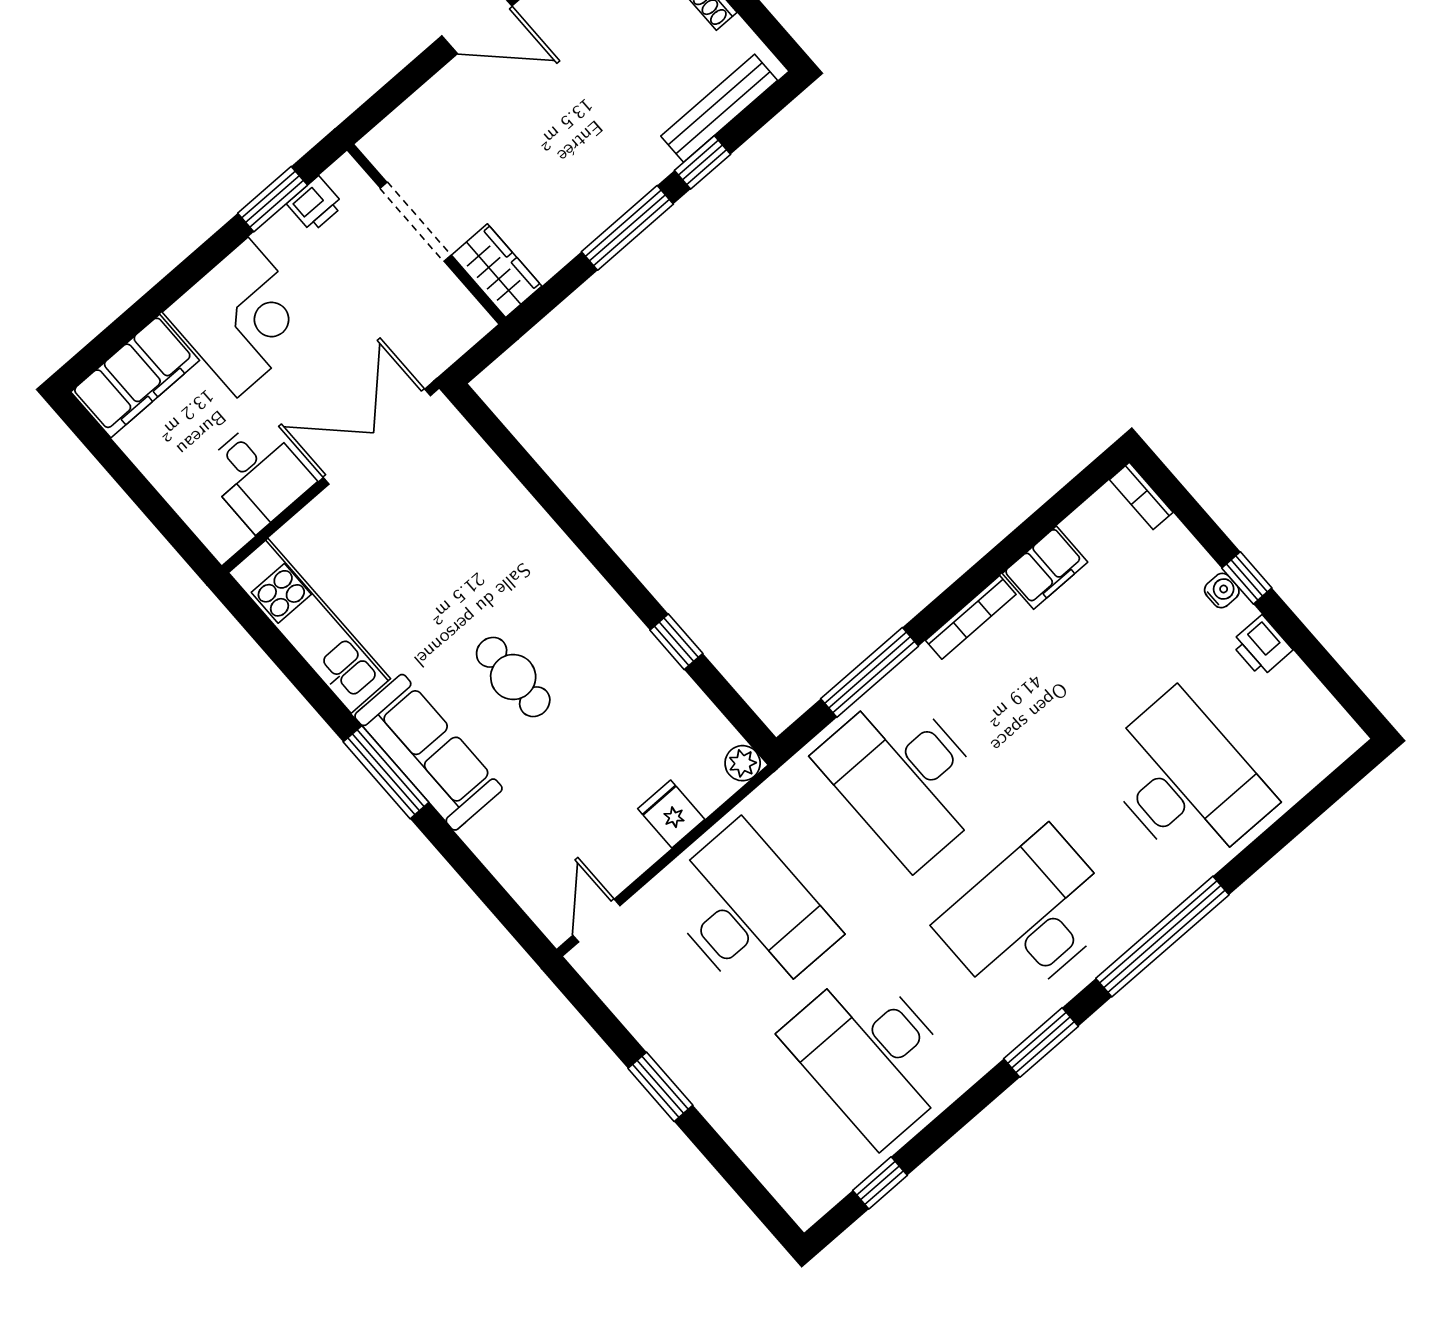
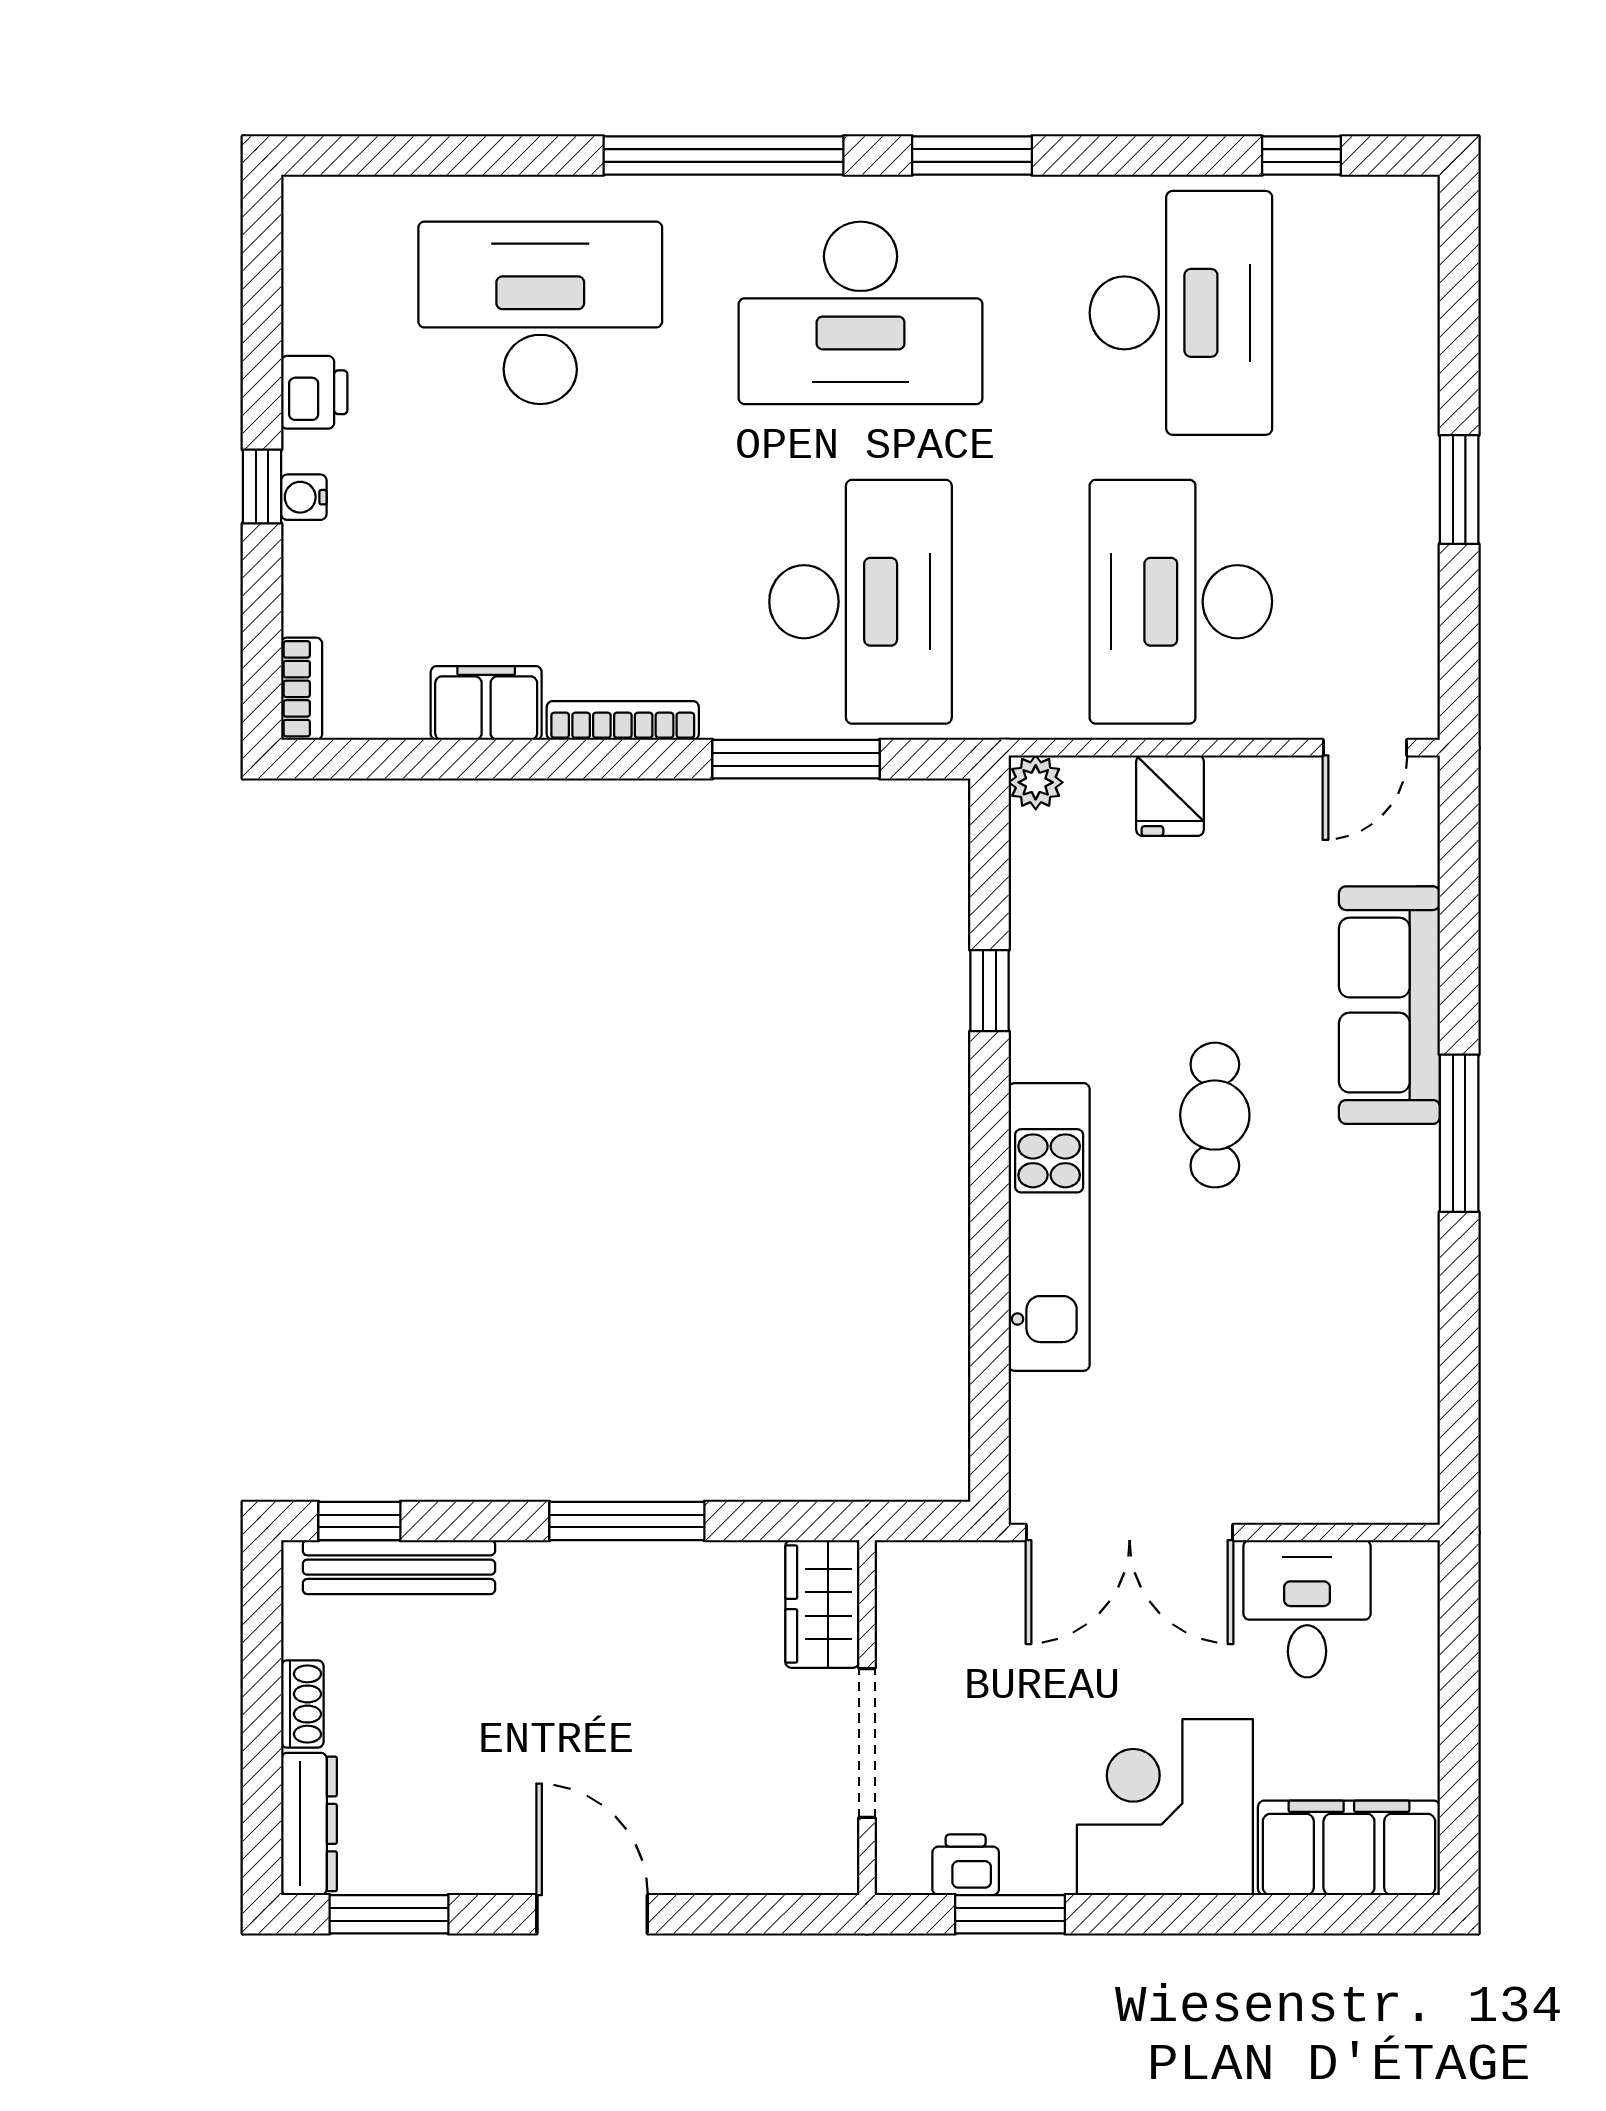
window: (702, 162) -> (359, 1521), moved
kitchen unit: (309, 626) -> (1049, 1227), moved, turned 180
sofa: (429, 752) -> (1389, 1005), moved
desk: (1185, 781) -> (540, 313), turned 90

